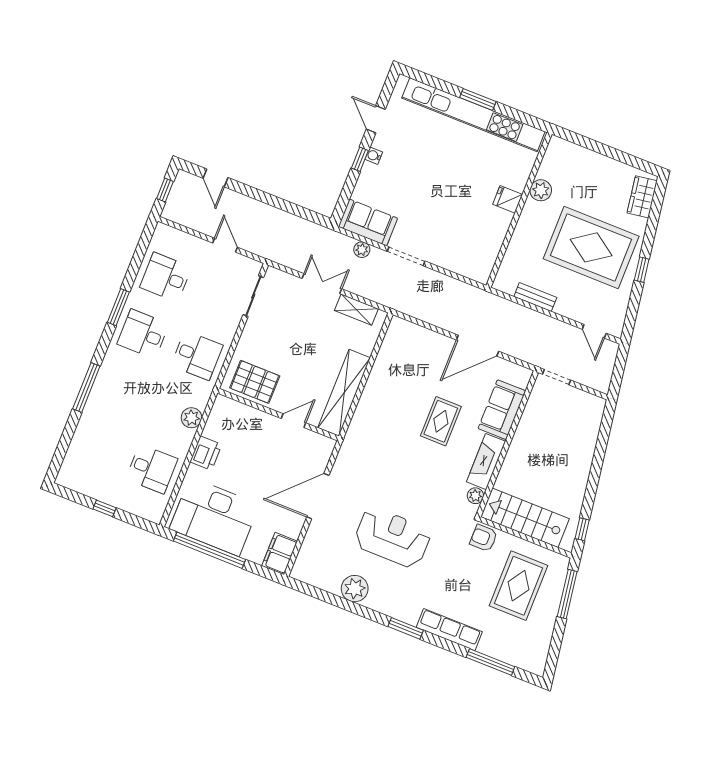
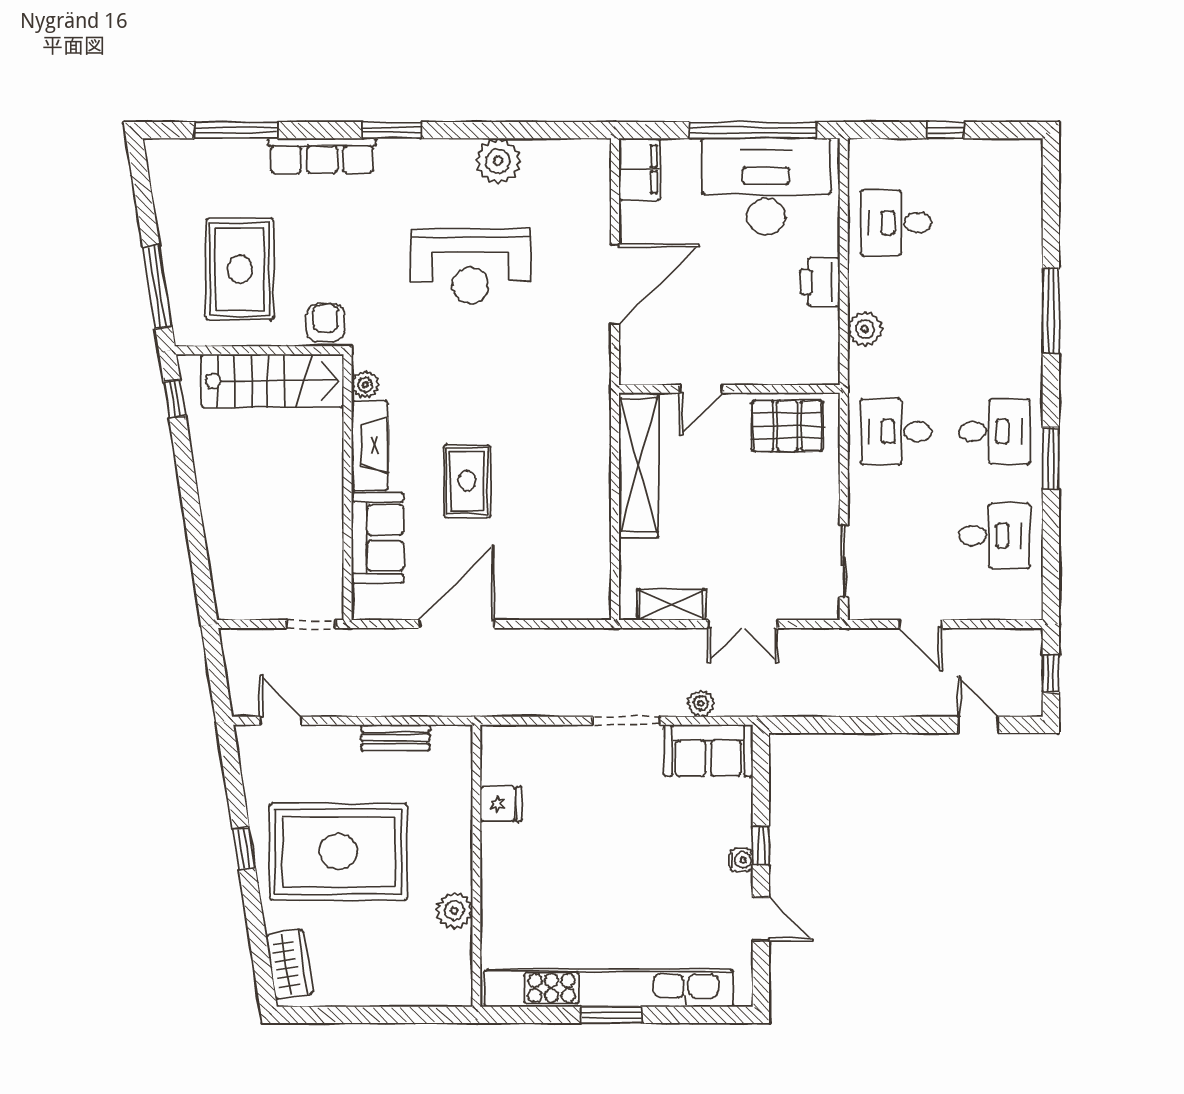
fridge: (508, 199) -> (501, 804), moved
armchair: (484, 538) -> (325, 323), turned -90

